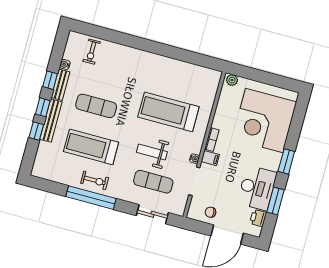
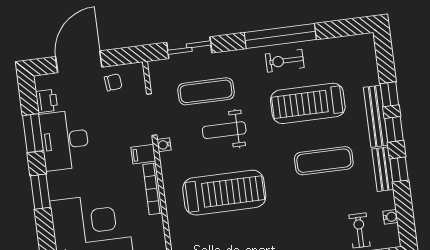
water cooler: (65, 64) -> (390, 217), moved
bookcase: (212, 139) -> (153, 189), width x1.56
treadmill: (91, 147) -> (308, 103), turned 180
weight bench: (152, 152) -> (224, 130), turned 180

